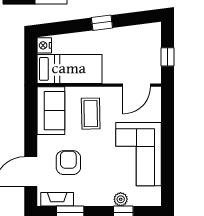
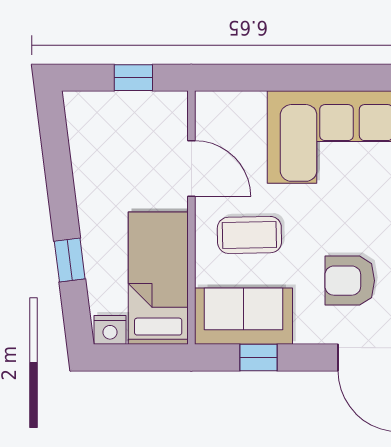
window: (102, 23) -> (70, 260), moved
door: (137, 85) -> (191, 169), moved
window: (31, 118) -> (258, 357), added

